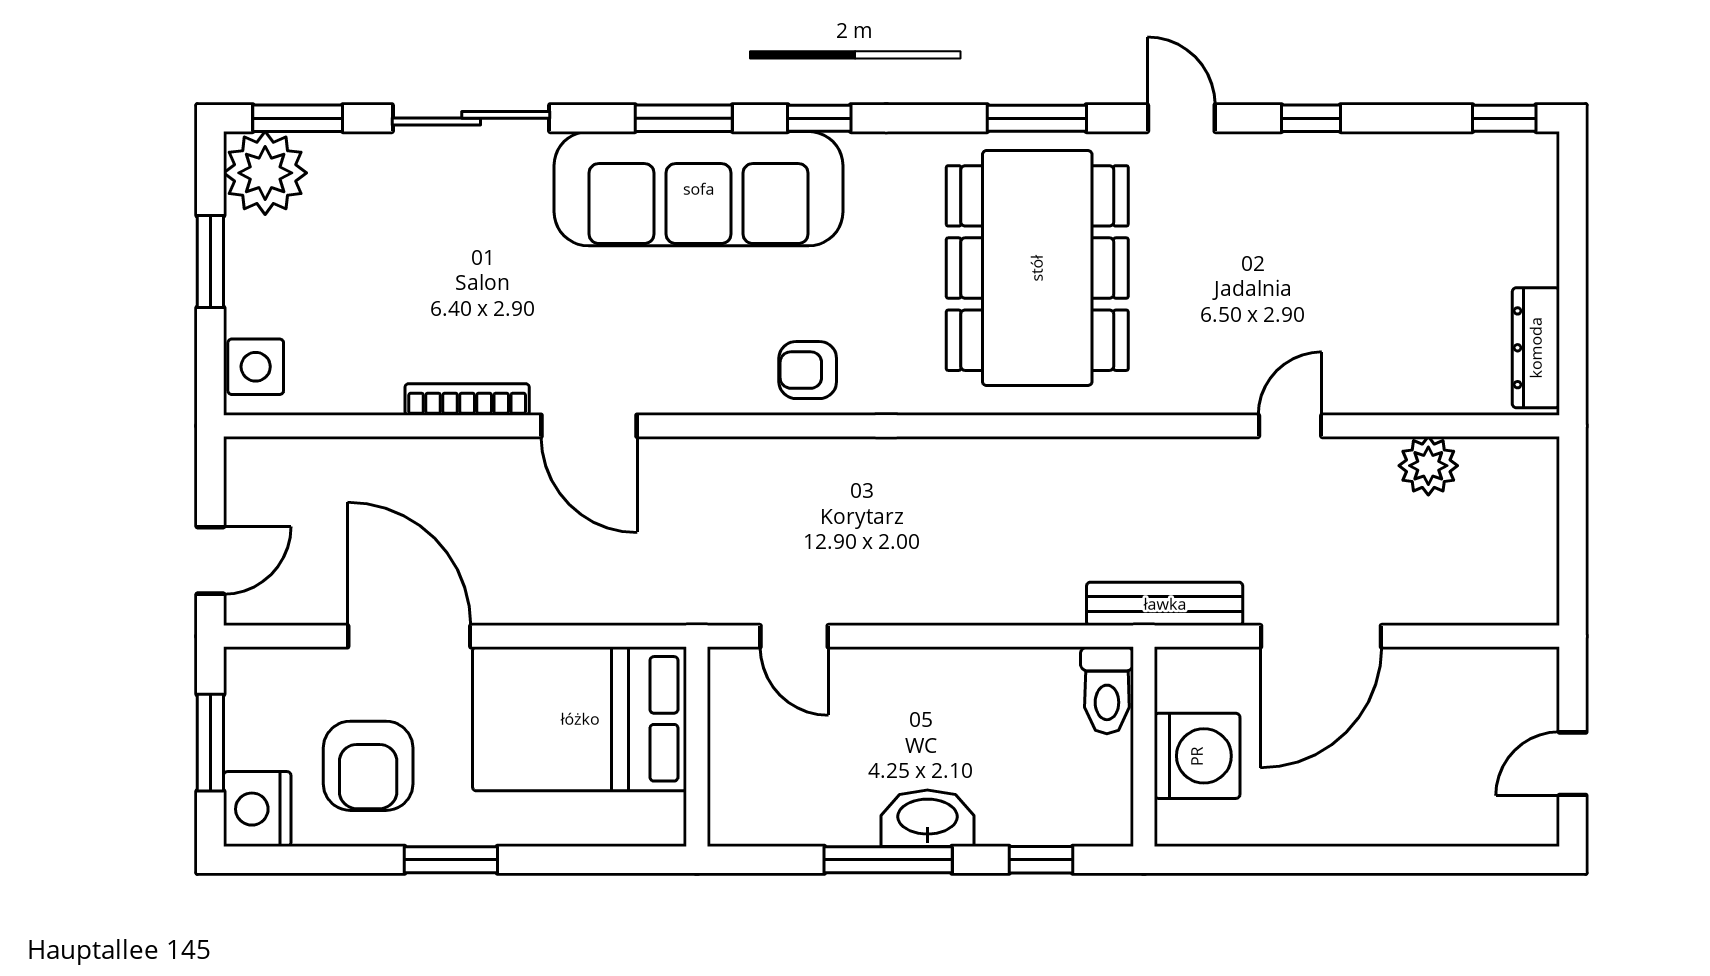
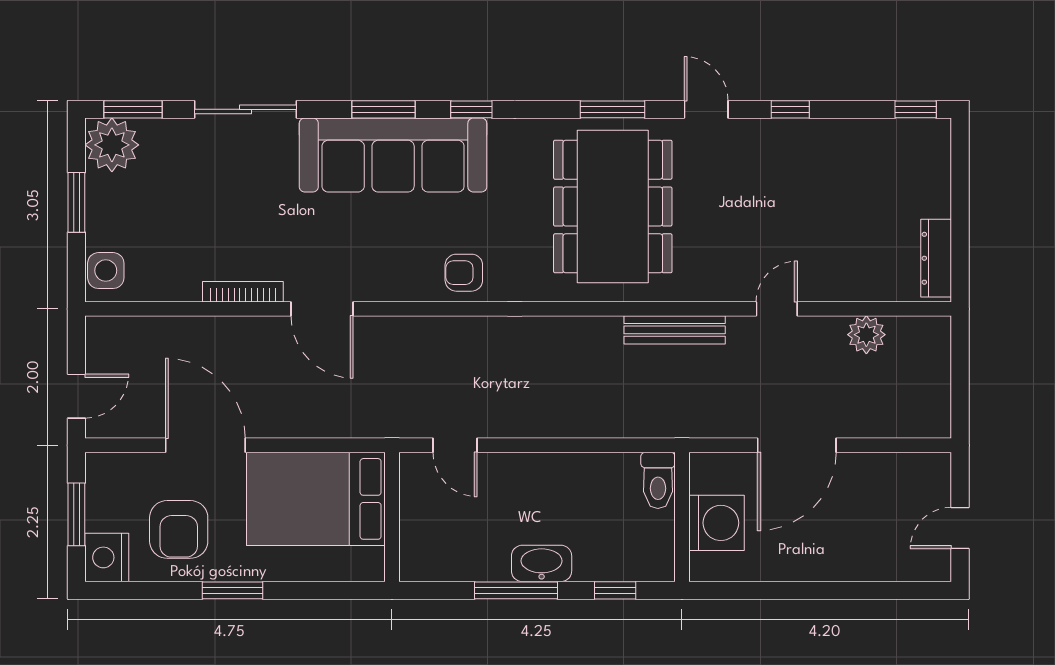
bench: (1165, 604) -> (675, 330), moved

